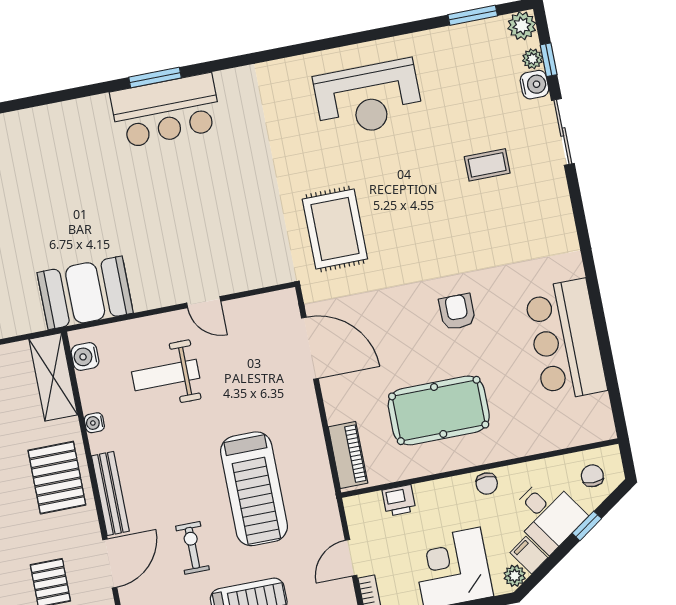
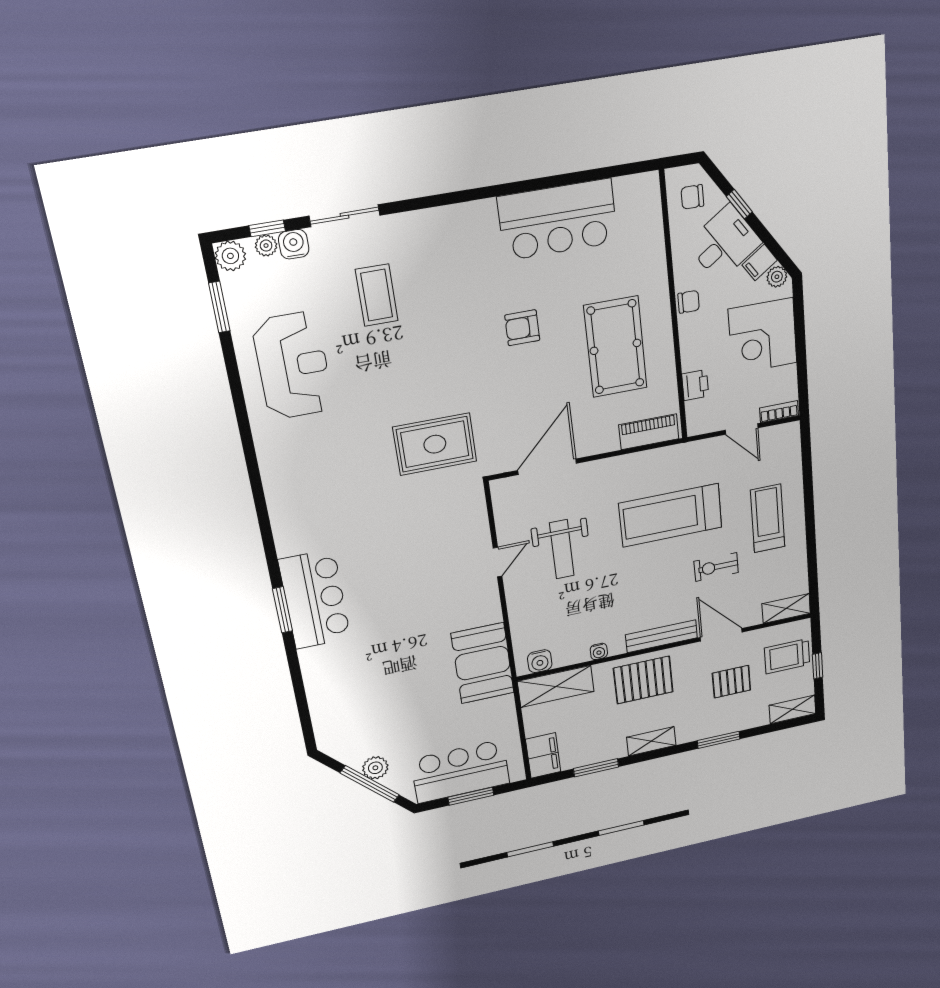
reception desk: (368, 98) -> (293, 366), moved
coffee table: (487, 165) -> (377, 295), width x1.36, depth x1.30
weight bench: (166, 375) -> (562, 549), moved
treadmill: (254, 489) -> (671, 515), turned 180

